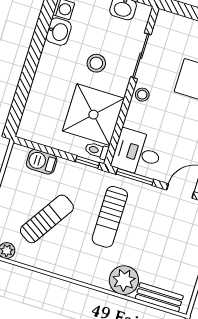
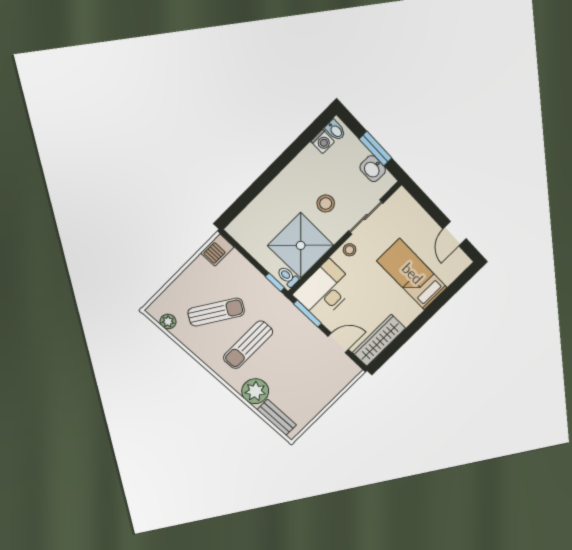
washbasin: (59, 32) -> (308, 159), removed
desk: (137, 153) -> (325, 290), width x1.37
barbecue: (42, 162) -> (217, 250), moved, turned -90
sun lounger: (110, 217) -> (248, 345), moved

